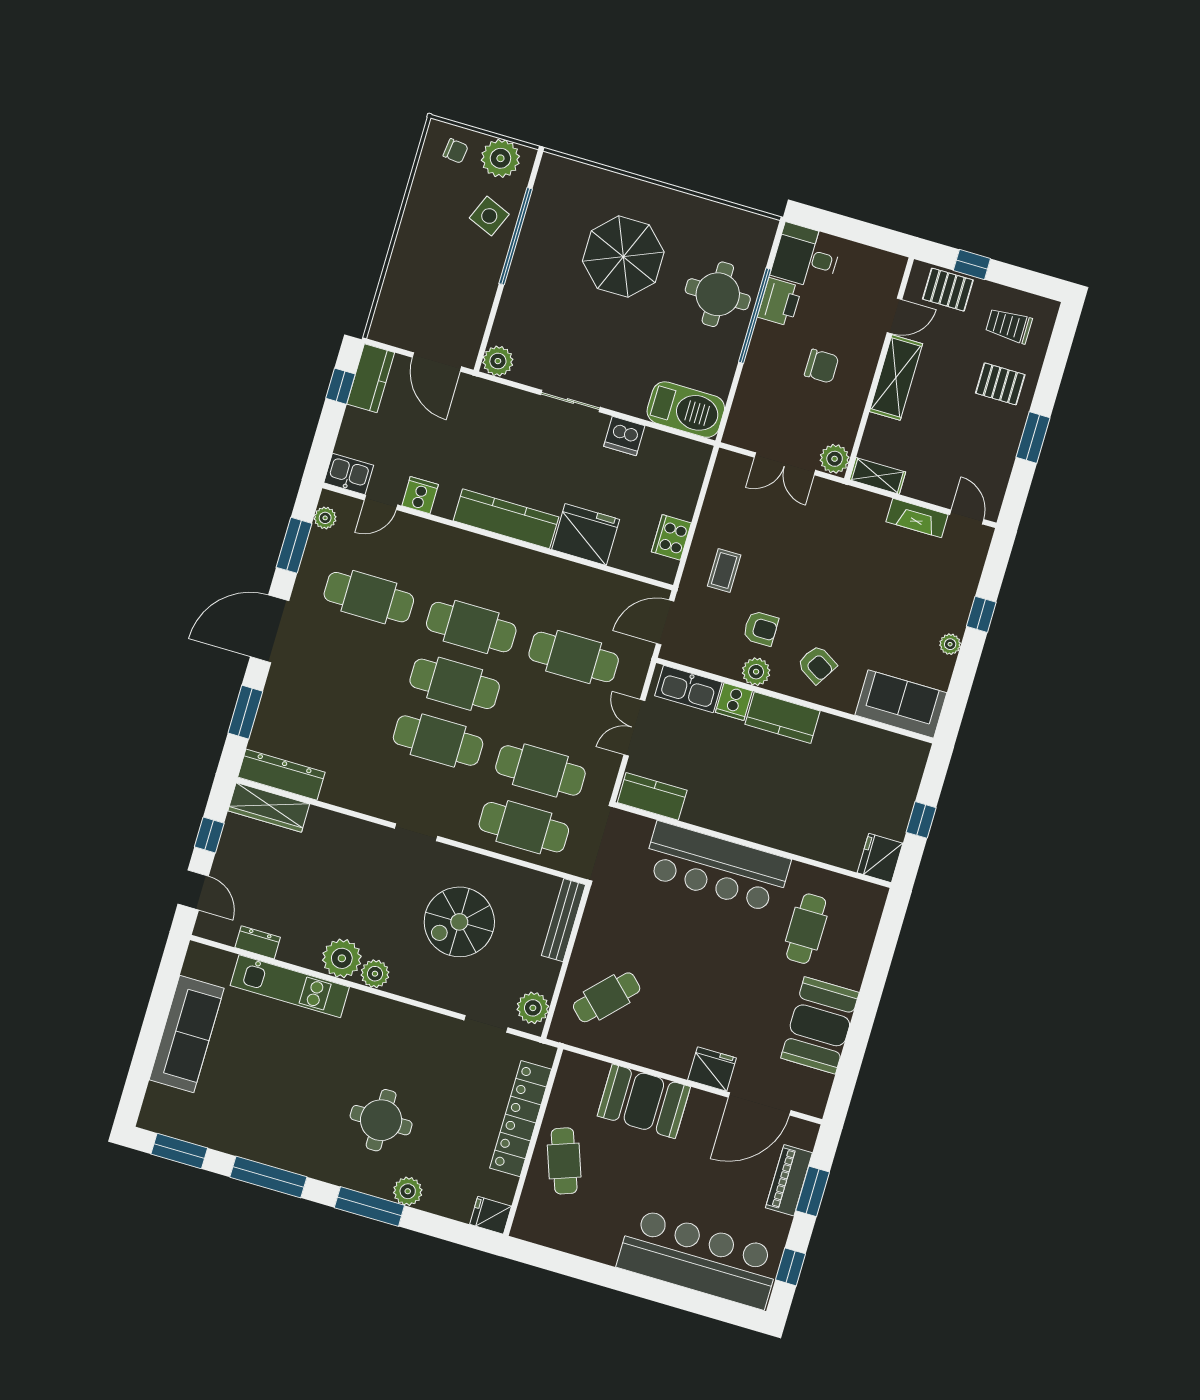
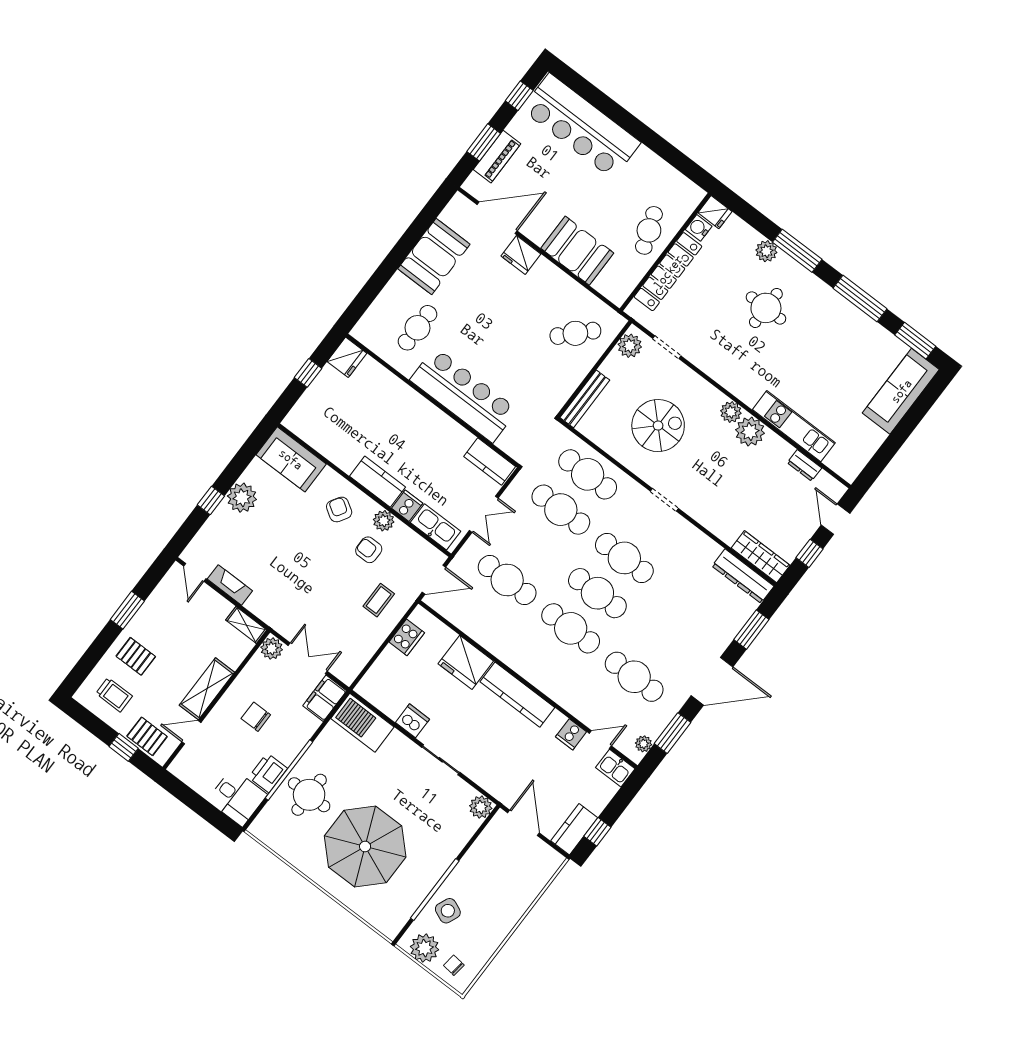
parasol: (623, 257) -> (365, 846), width x1.36, depth x1.36
filing cabinet: (745, 422) -> (325, 698), added
plant: (950, 644) -> (242, 498), width x1.87, depth x1.87
sofa: (187, 1034) -> (901, 391), moved
water cooler: (503, 1188) -> (699, 228), added

